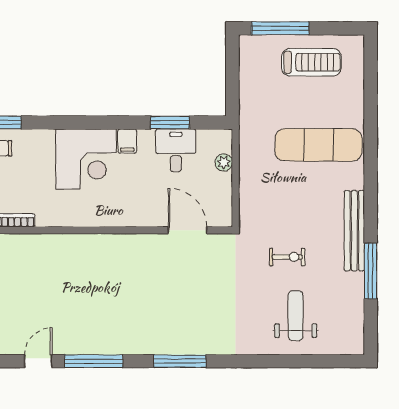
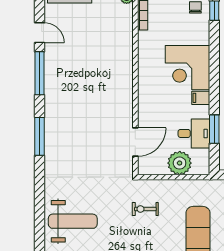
plant: (224, 162) -> (180, 163), width x1.88, depth x1.88
exercise bike: (287, 257) -> (145, 209), moved, turned 90
weight bench: (296, 316) -> (73, 221), width x1.36, depth x1.33

